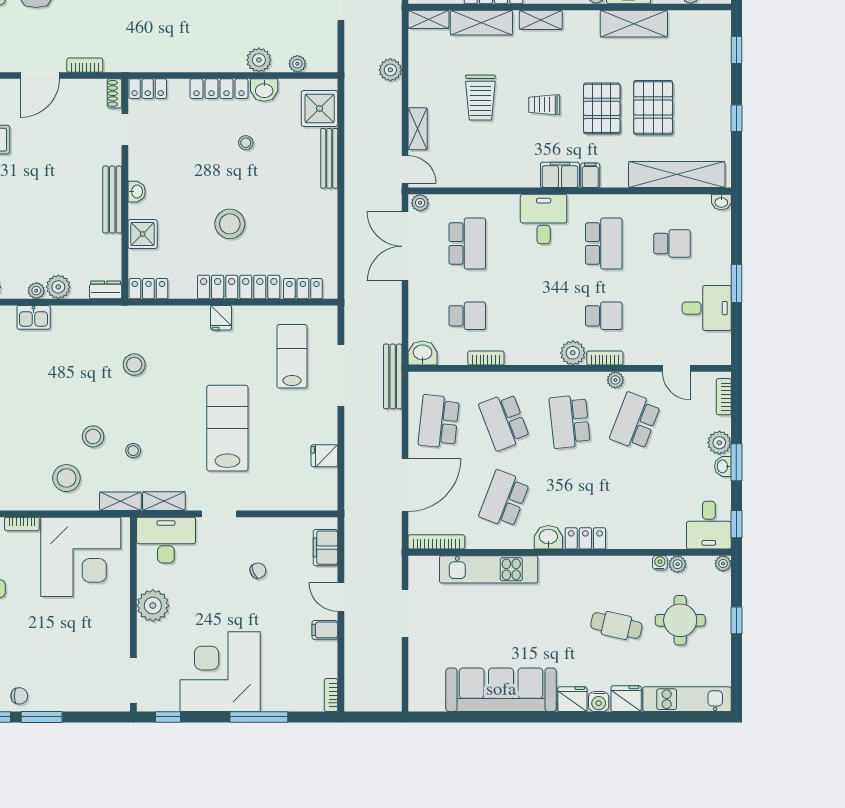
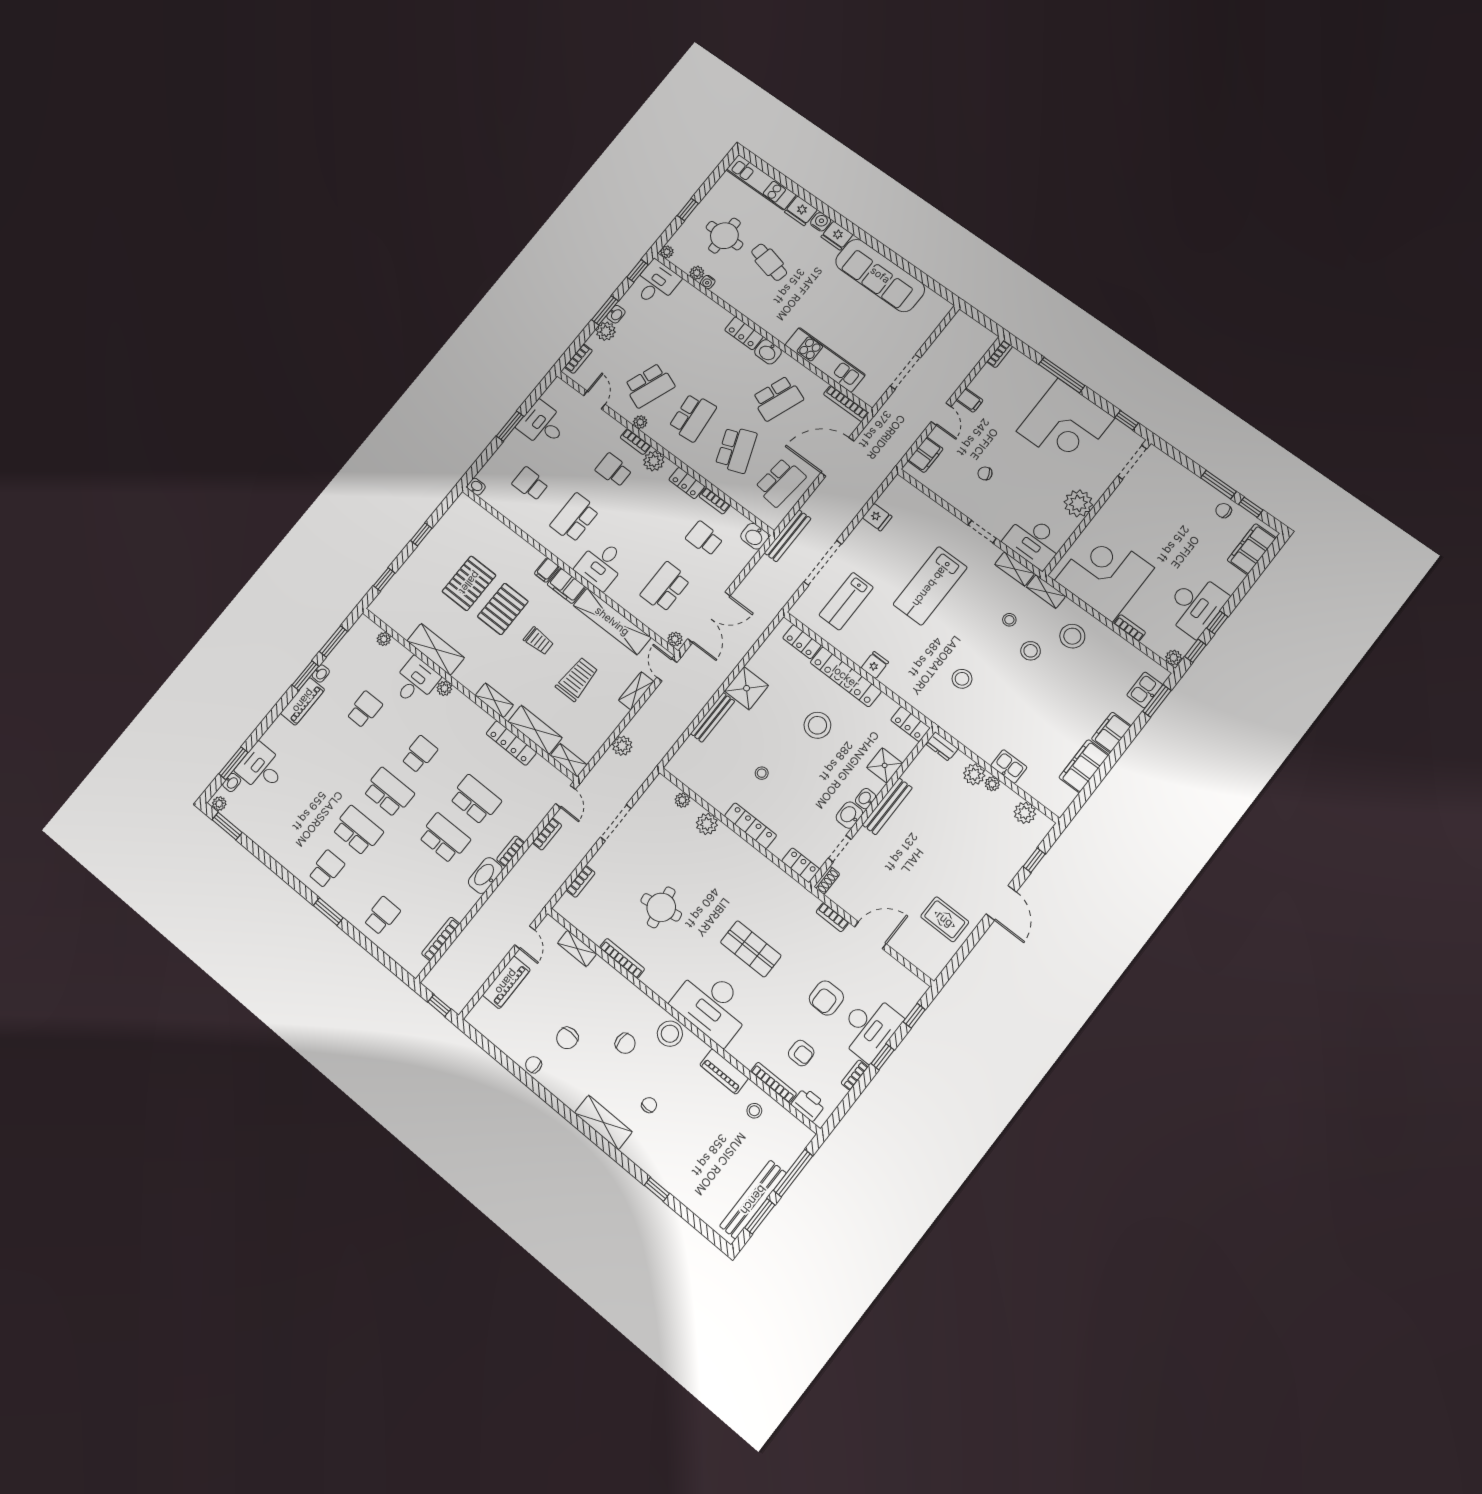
washbasin: (264, 90) -> (849, 815), moved, turned -90
shower: (320, 108) -> (747, 688), moved
shelving: (677, 175) -> (612, 621), moved
locker: (525, 355) -> (687, 483), added

